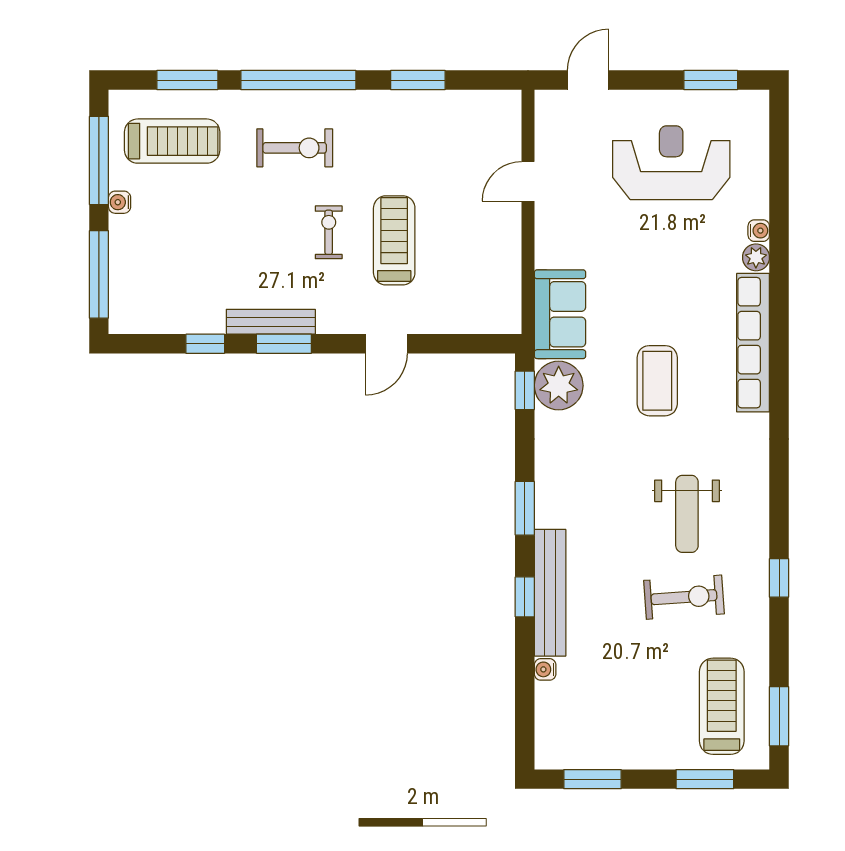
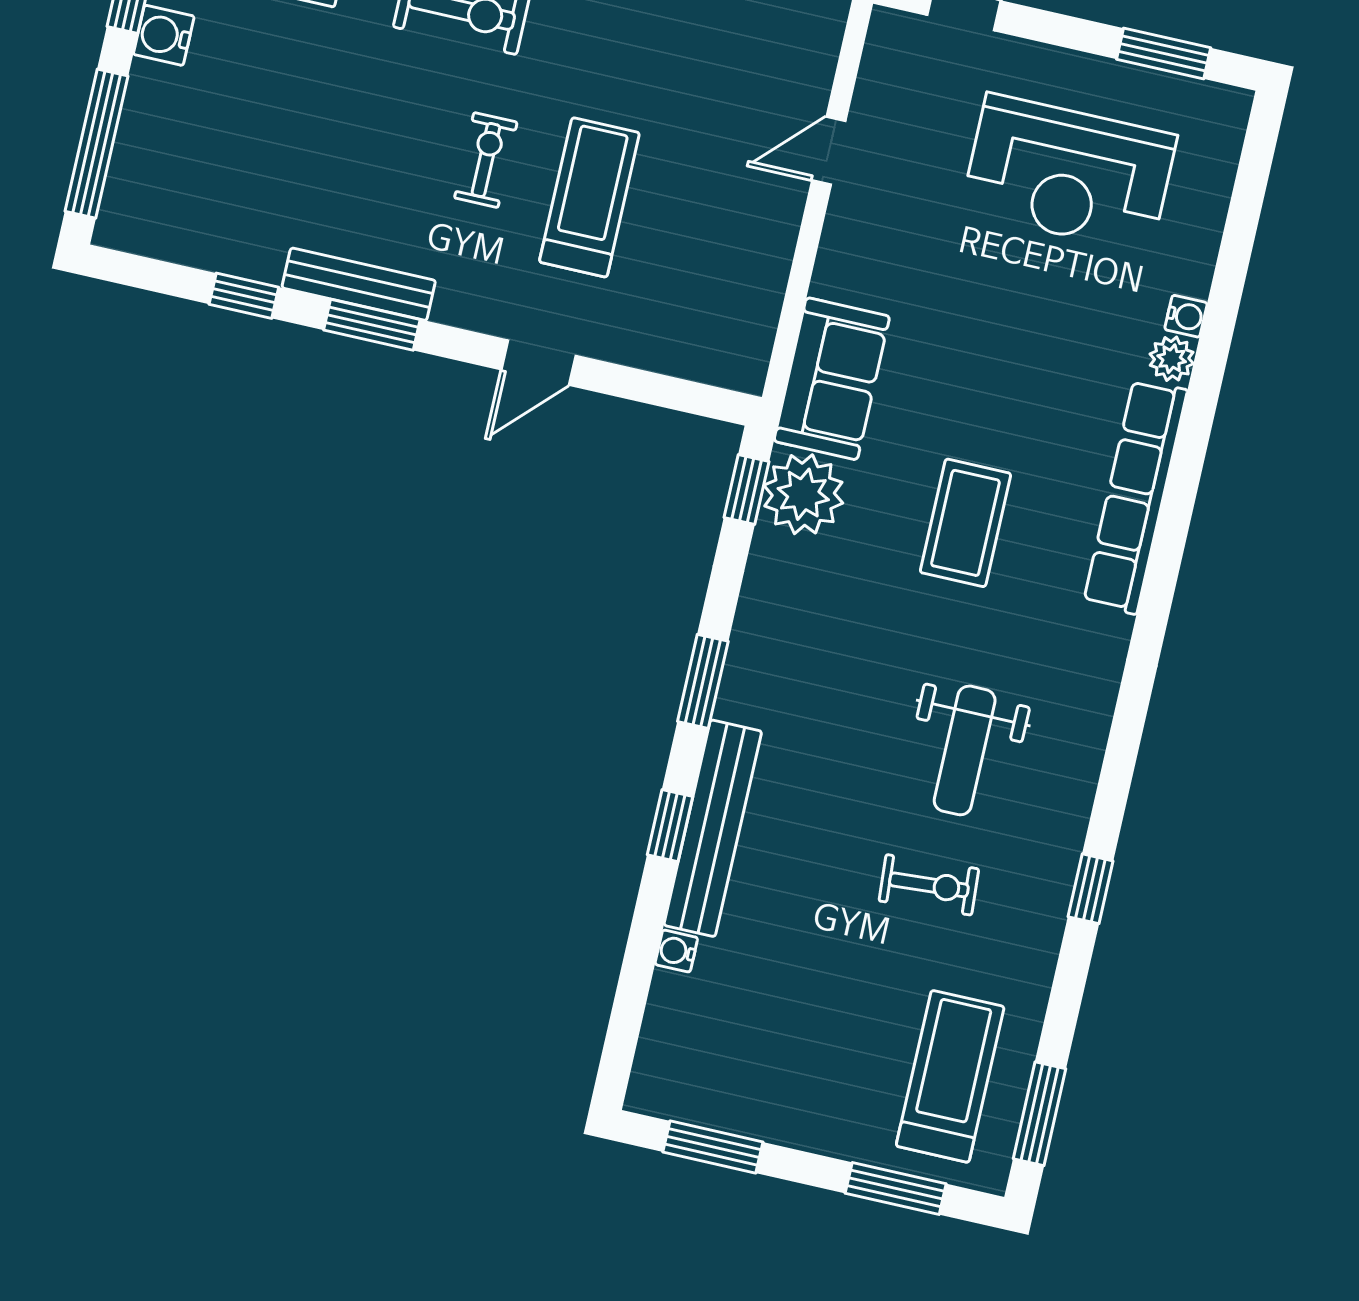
reception desk: (671, 163) -> (1069, 173), turned 180
water cooler: (120, 202) -> (164, 35), width x1.38, depth x1.38
exercise bike: (684, 597) -> (929, 885), width x0.73, depth x0.72

